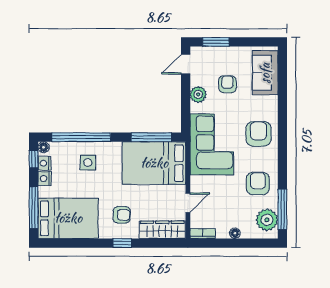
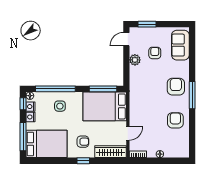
corner sofa: (212, 144) -> (144, 94), removed
window: (282, 209) -> (192, 95), moved
plant: (267, 220) -> (182, 145), removed

